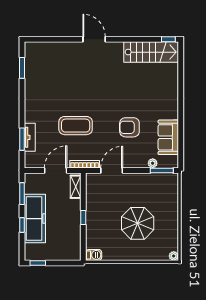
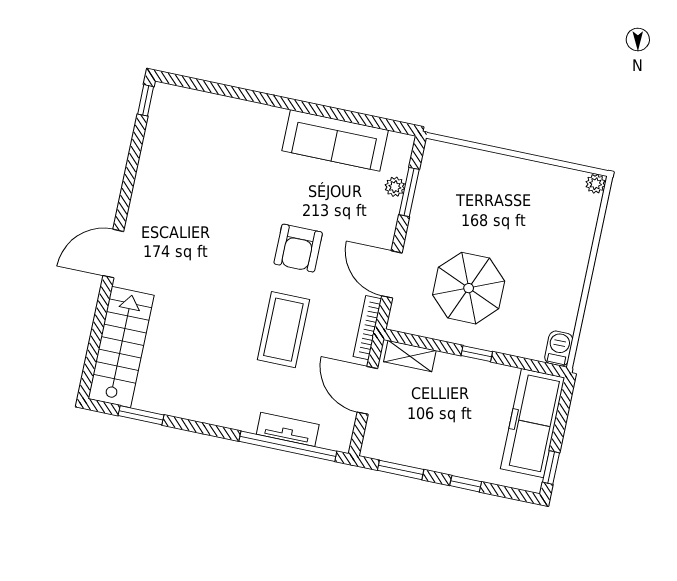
stairs: (151, 52) -> (121, 347), moved
armchair: (129, 127) -> (298, 248), moved
sofa: (168, 137) -> (335, 140), width x1.36
window: (22, 139) -> (288, 446), width x2.11
window: (162, 170) -> (409, 192), moved
freezer: (35, 219) -> (533, 423), moved, turned -90
parasol: (138, 223) -> (469, 288), moved

